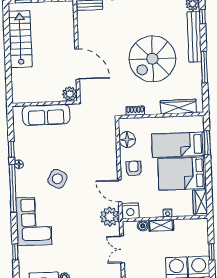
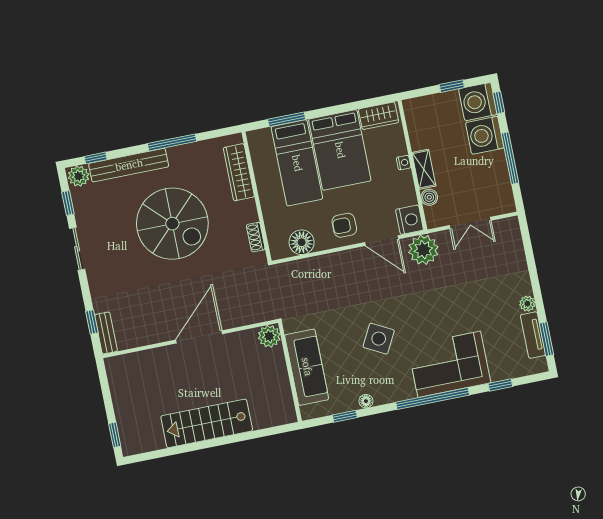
stairs: (20, 39) -> (207, 423), moved
plant: (70, 94) -> (269, 336), moved
wall: (45, 104) -> (290, 372), moved
sofa: (46, 115) -> (307, 367), moved
window: (13, 188) -> (433, 399), moved
door: (120, 191) -> (382, 241), hinge flipped

